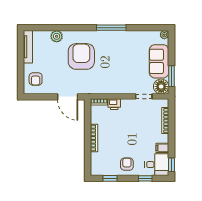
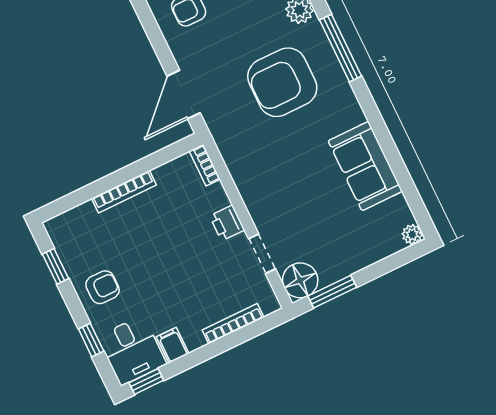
window: (111, 28) -> (341, 48), moved
armchair: (81, 56) -> (282, 82), turned 180
sofa: (159, 61) -> (365, 166), moved, turned -90
printer: (114, 104) -> (227, 223), moved

